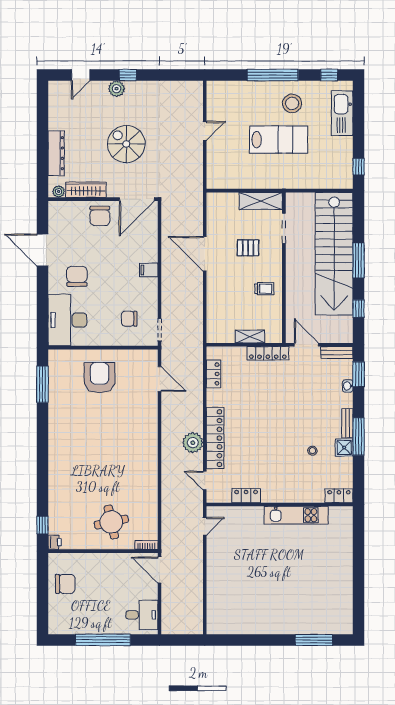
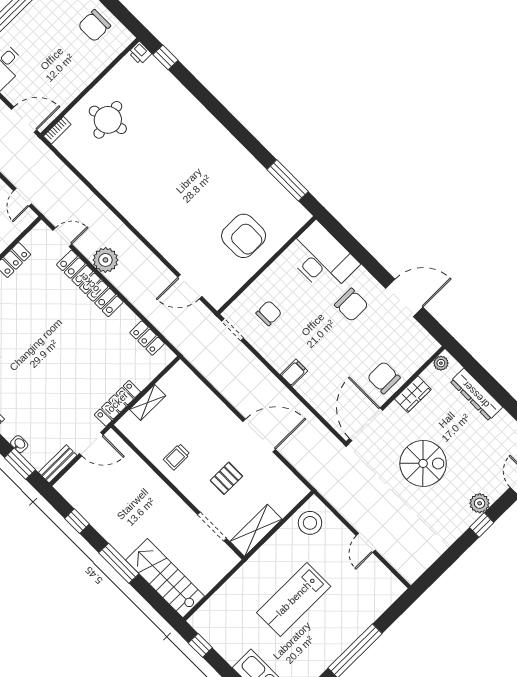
stool: (292, 103) -> (310, 523), moved
wardrobe: (86, 190) -> (413, 394), width x0.67
stairs: (334, 254) -> (165, 578), width x0.54, depth x0.66

